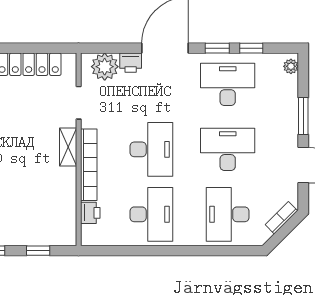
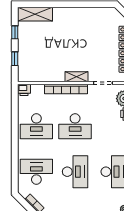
printer: (90, 213) -> (24, 90), moved

